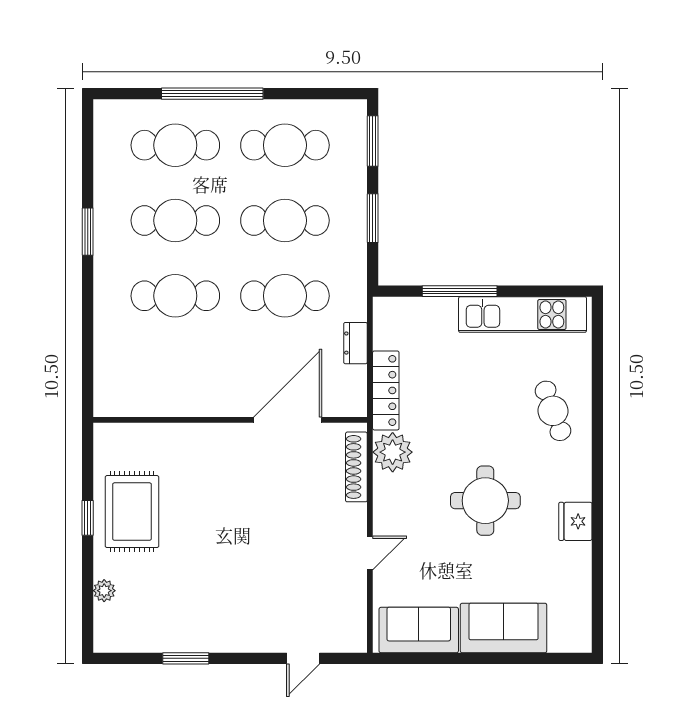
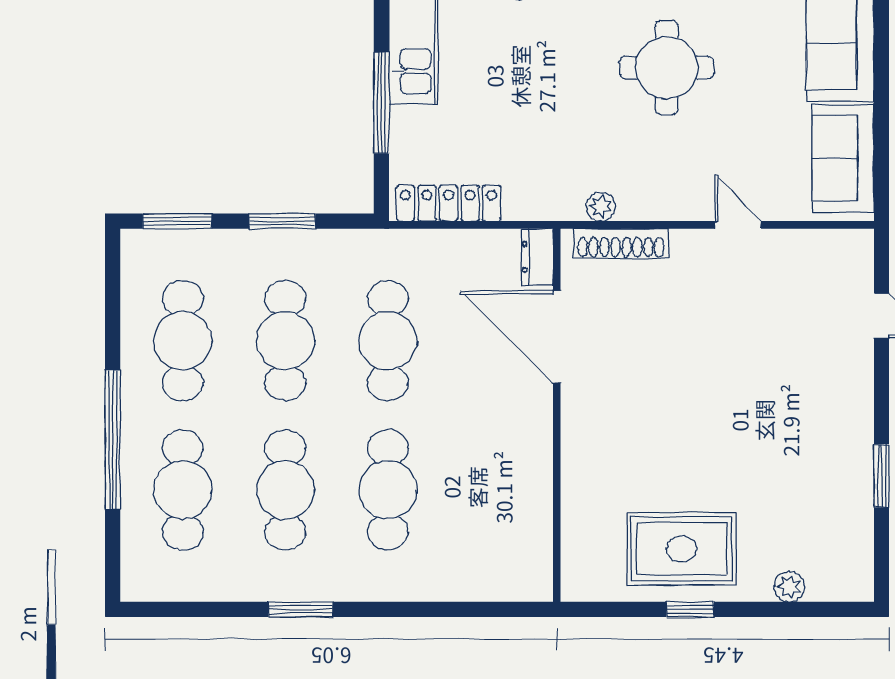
dresser: (355, 343) -> (537, 257), moved, turned 90
locker: (386, 390) -> (449, 203), moved
plant: (393, 452) -> (601, 207), width x0.53, depth x0.53

